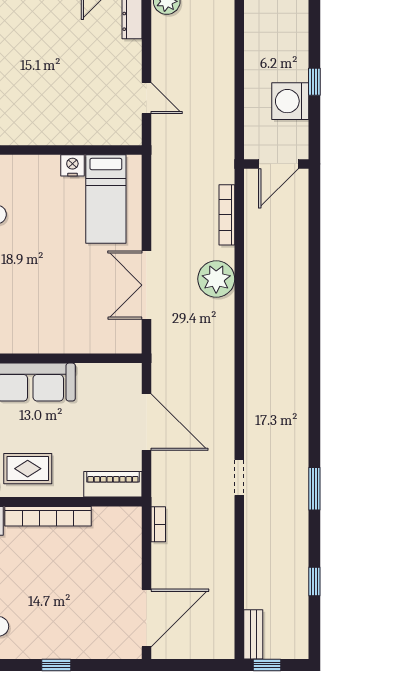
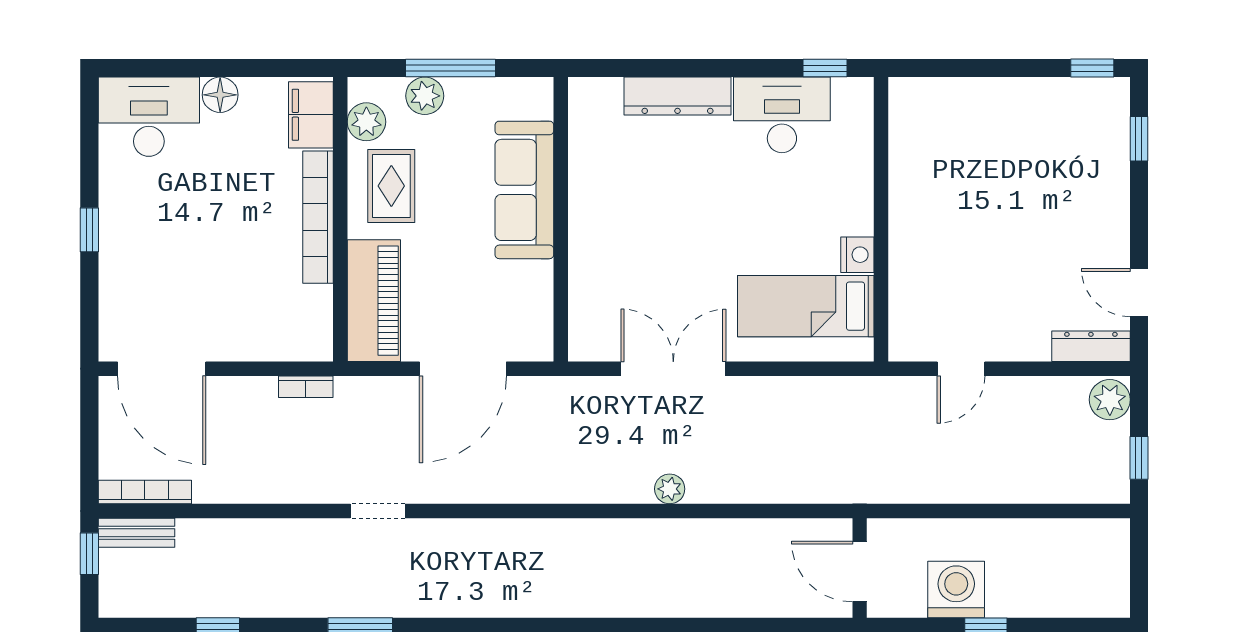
bookcase: (227, 215) -> (145, 492), moved
plant: (216, 279) -> (670, 489), width x0.53, depth x0.53
piano: (113, 484) -> (374, 301), width x1.37, depth x1.33

